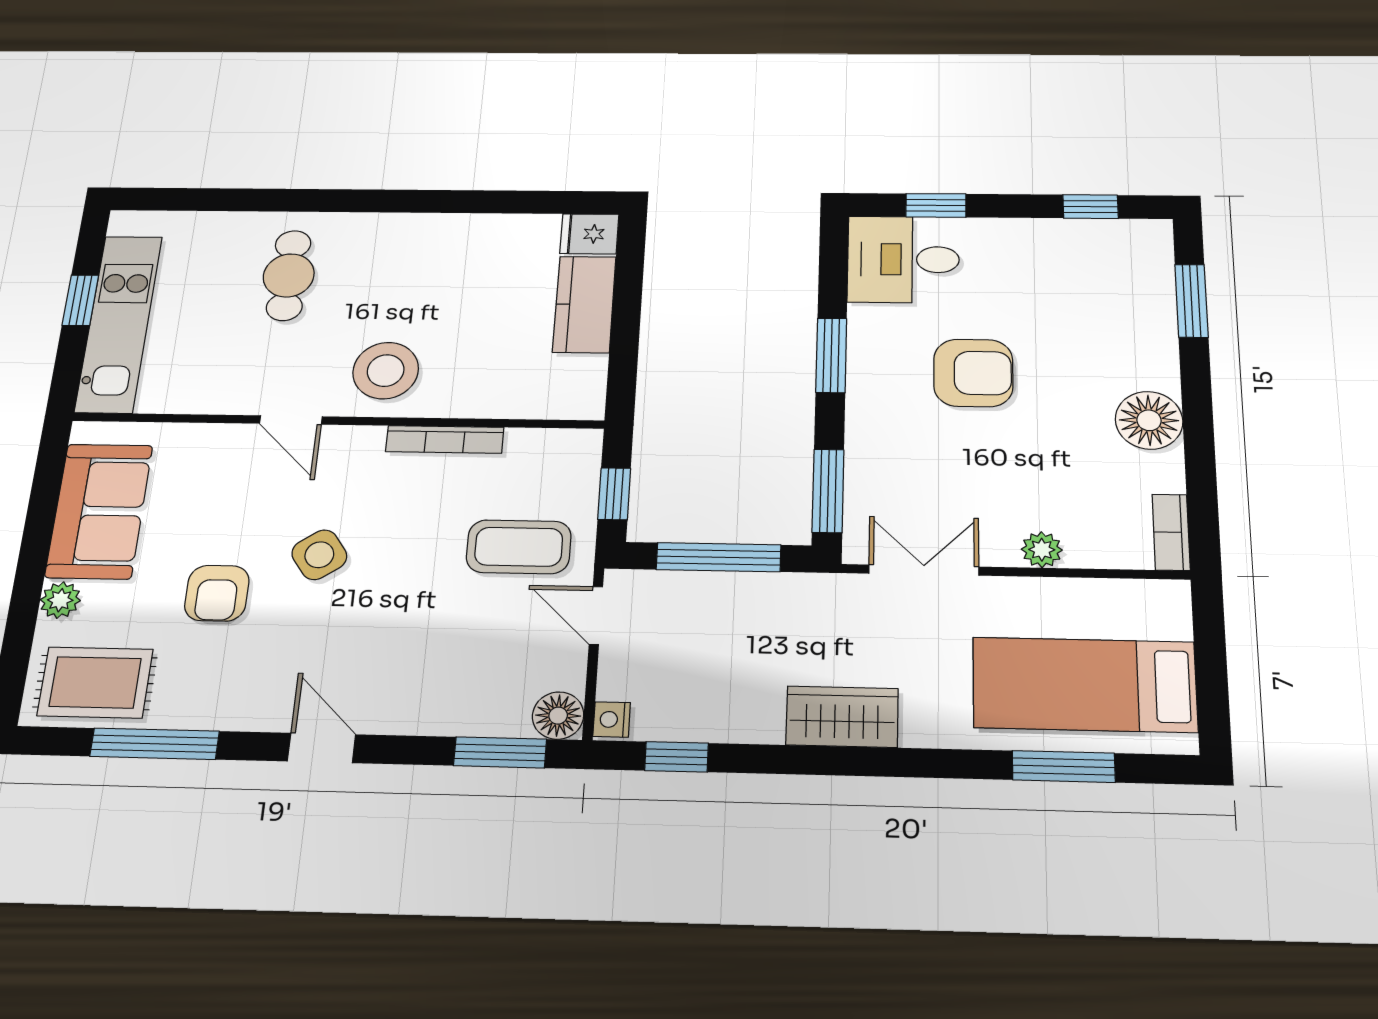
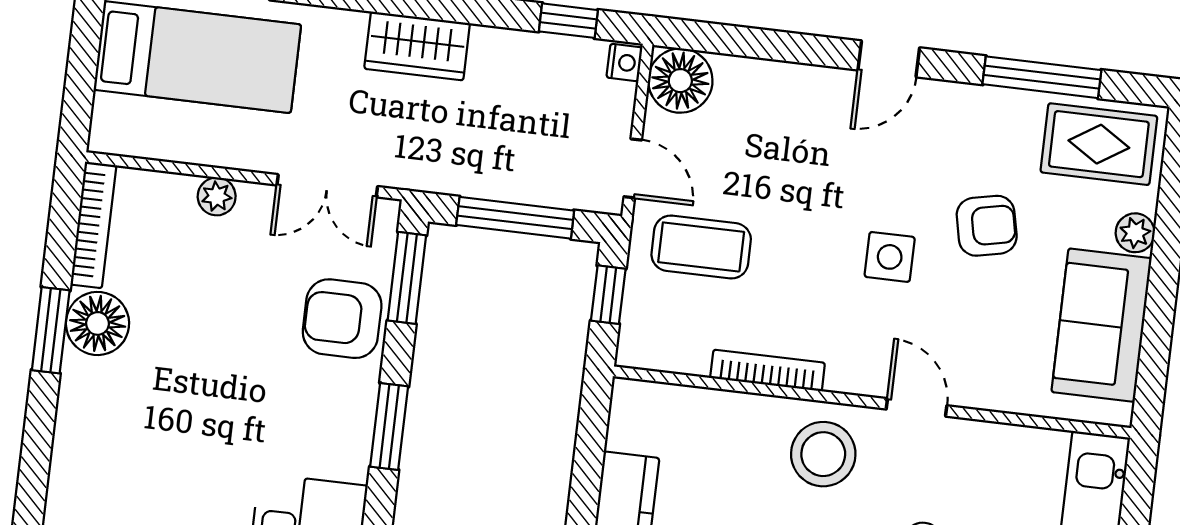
window: (1191, 301) -> (51, 330), moved
armchair: (973, 373) -> (342, 319), moved
bookcase: (1171, 532) -> (93, 225), width x1.56
side table: (319, 555) -> (890, 257), turned 35
armchair: (217, 593) -> (987, 226), turned 78
floor lamp: (558, 716) -> (680, 81), width x1.38, depth x1.38
door: (321, 748) -> (889, 59), hinge flipped
window: (500, 752) -> (727, 40), removed

